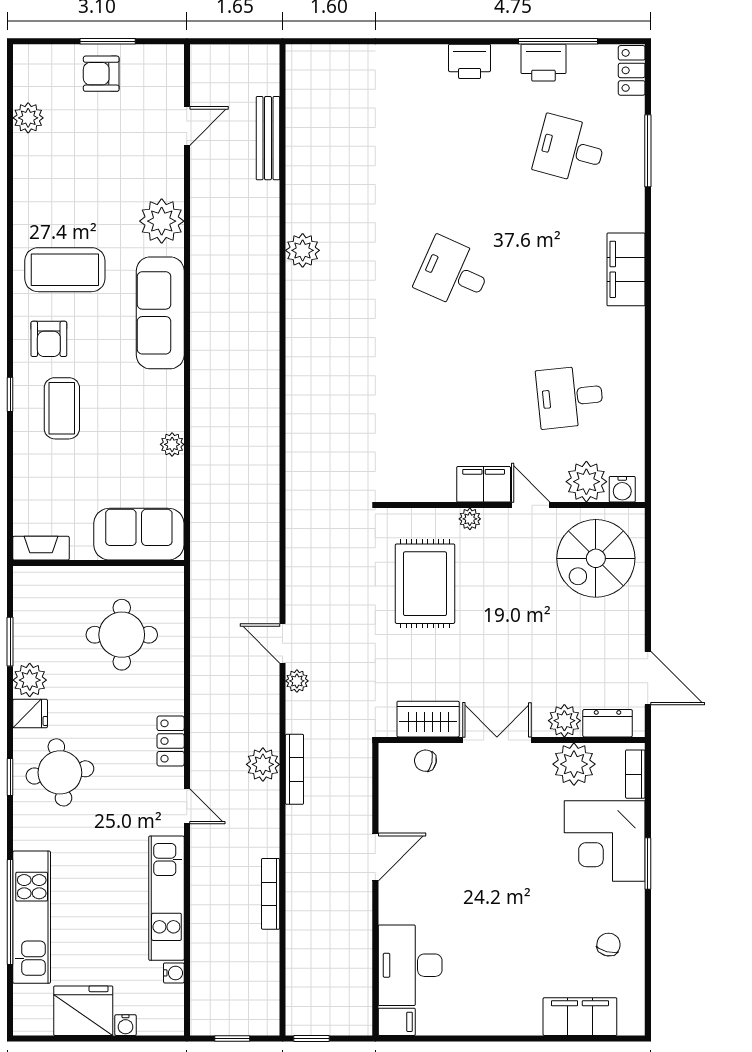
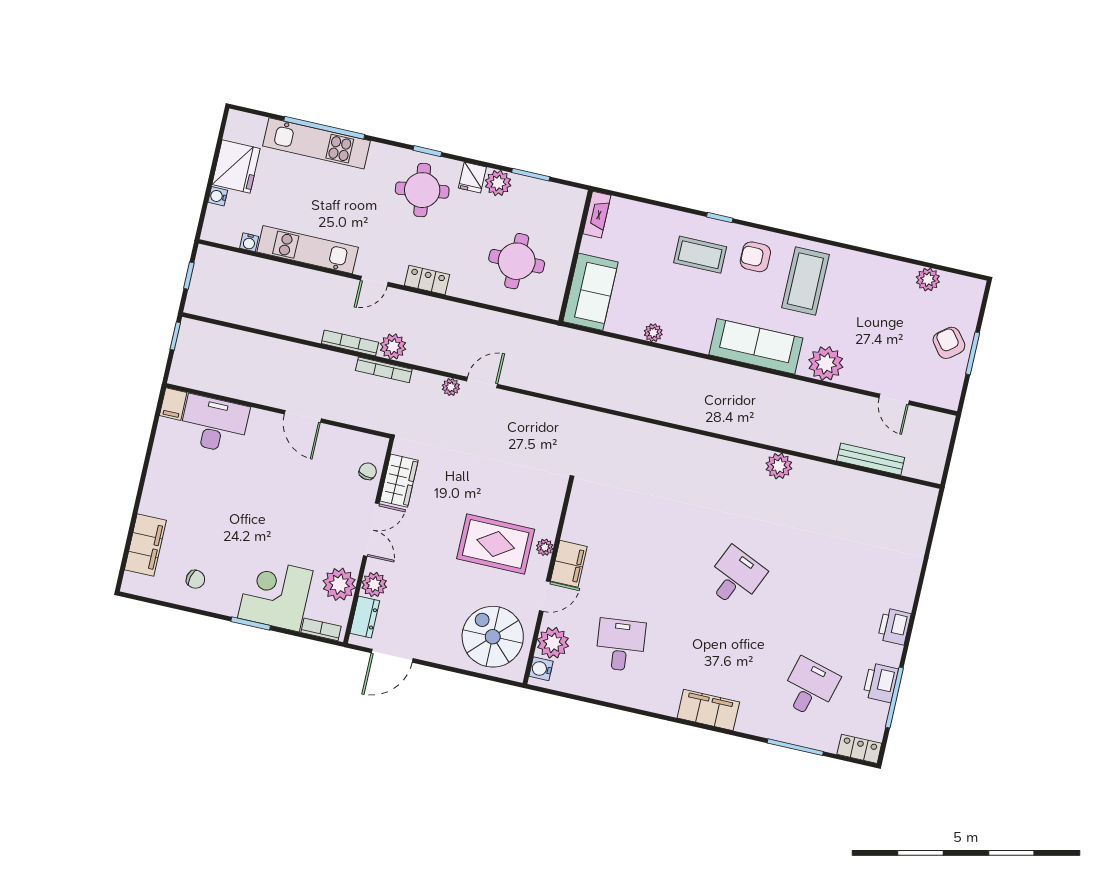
armchair: (101, 74) -> (949, 343), turned -38
rug: (425, 584) -> (496, 544), moved
bookcase: (271, 894) -> (350, 343), moved

